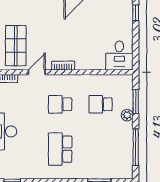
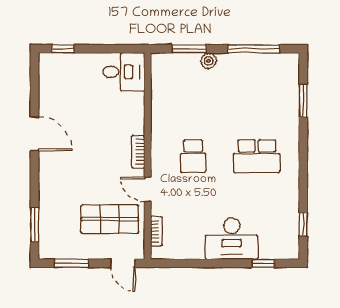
school desk: (101, 104) -> (193, 99), removed

